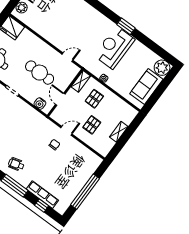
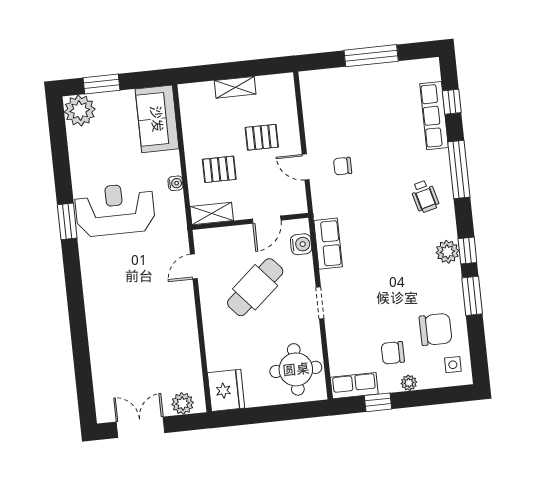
reception desk: (114, 47) -> (115, 210), turned 180
door: (67, 57) -> (194, 266), hinge flipped
cafe table: (40, 73) -> (255, 287), turned 49
window: (164, 84) -> (102, 84), added
sofa: (146, 86) -> (157, 119), moved, turned 90
row of seats: (31, 114) -> (328, 244), added
window: (85, 192) -> (371, 56), width x0.68

